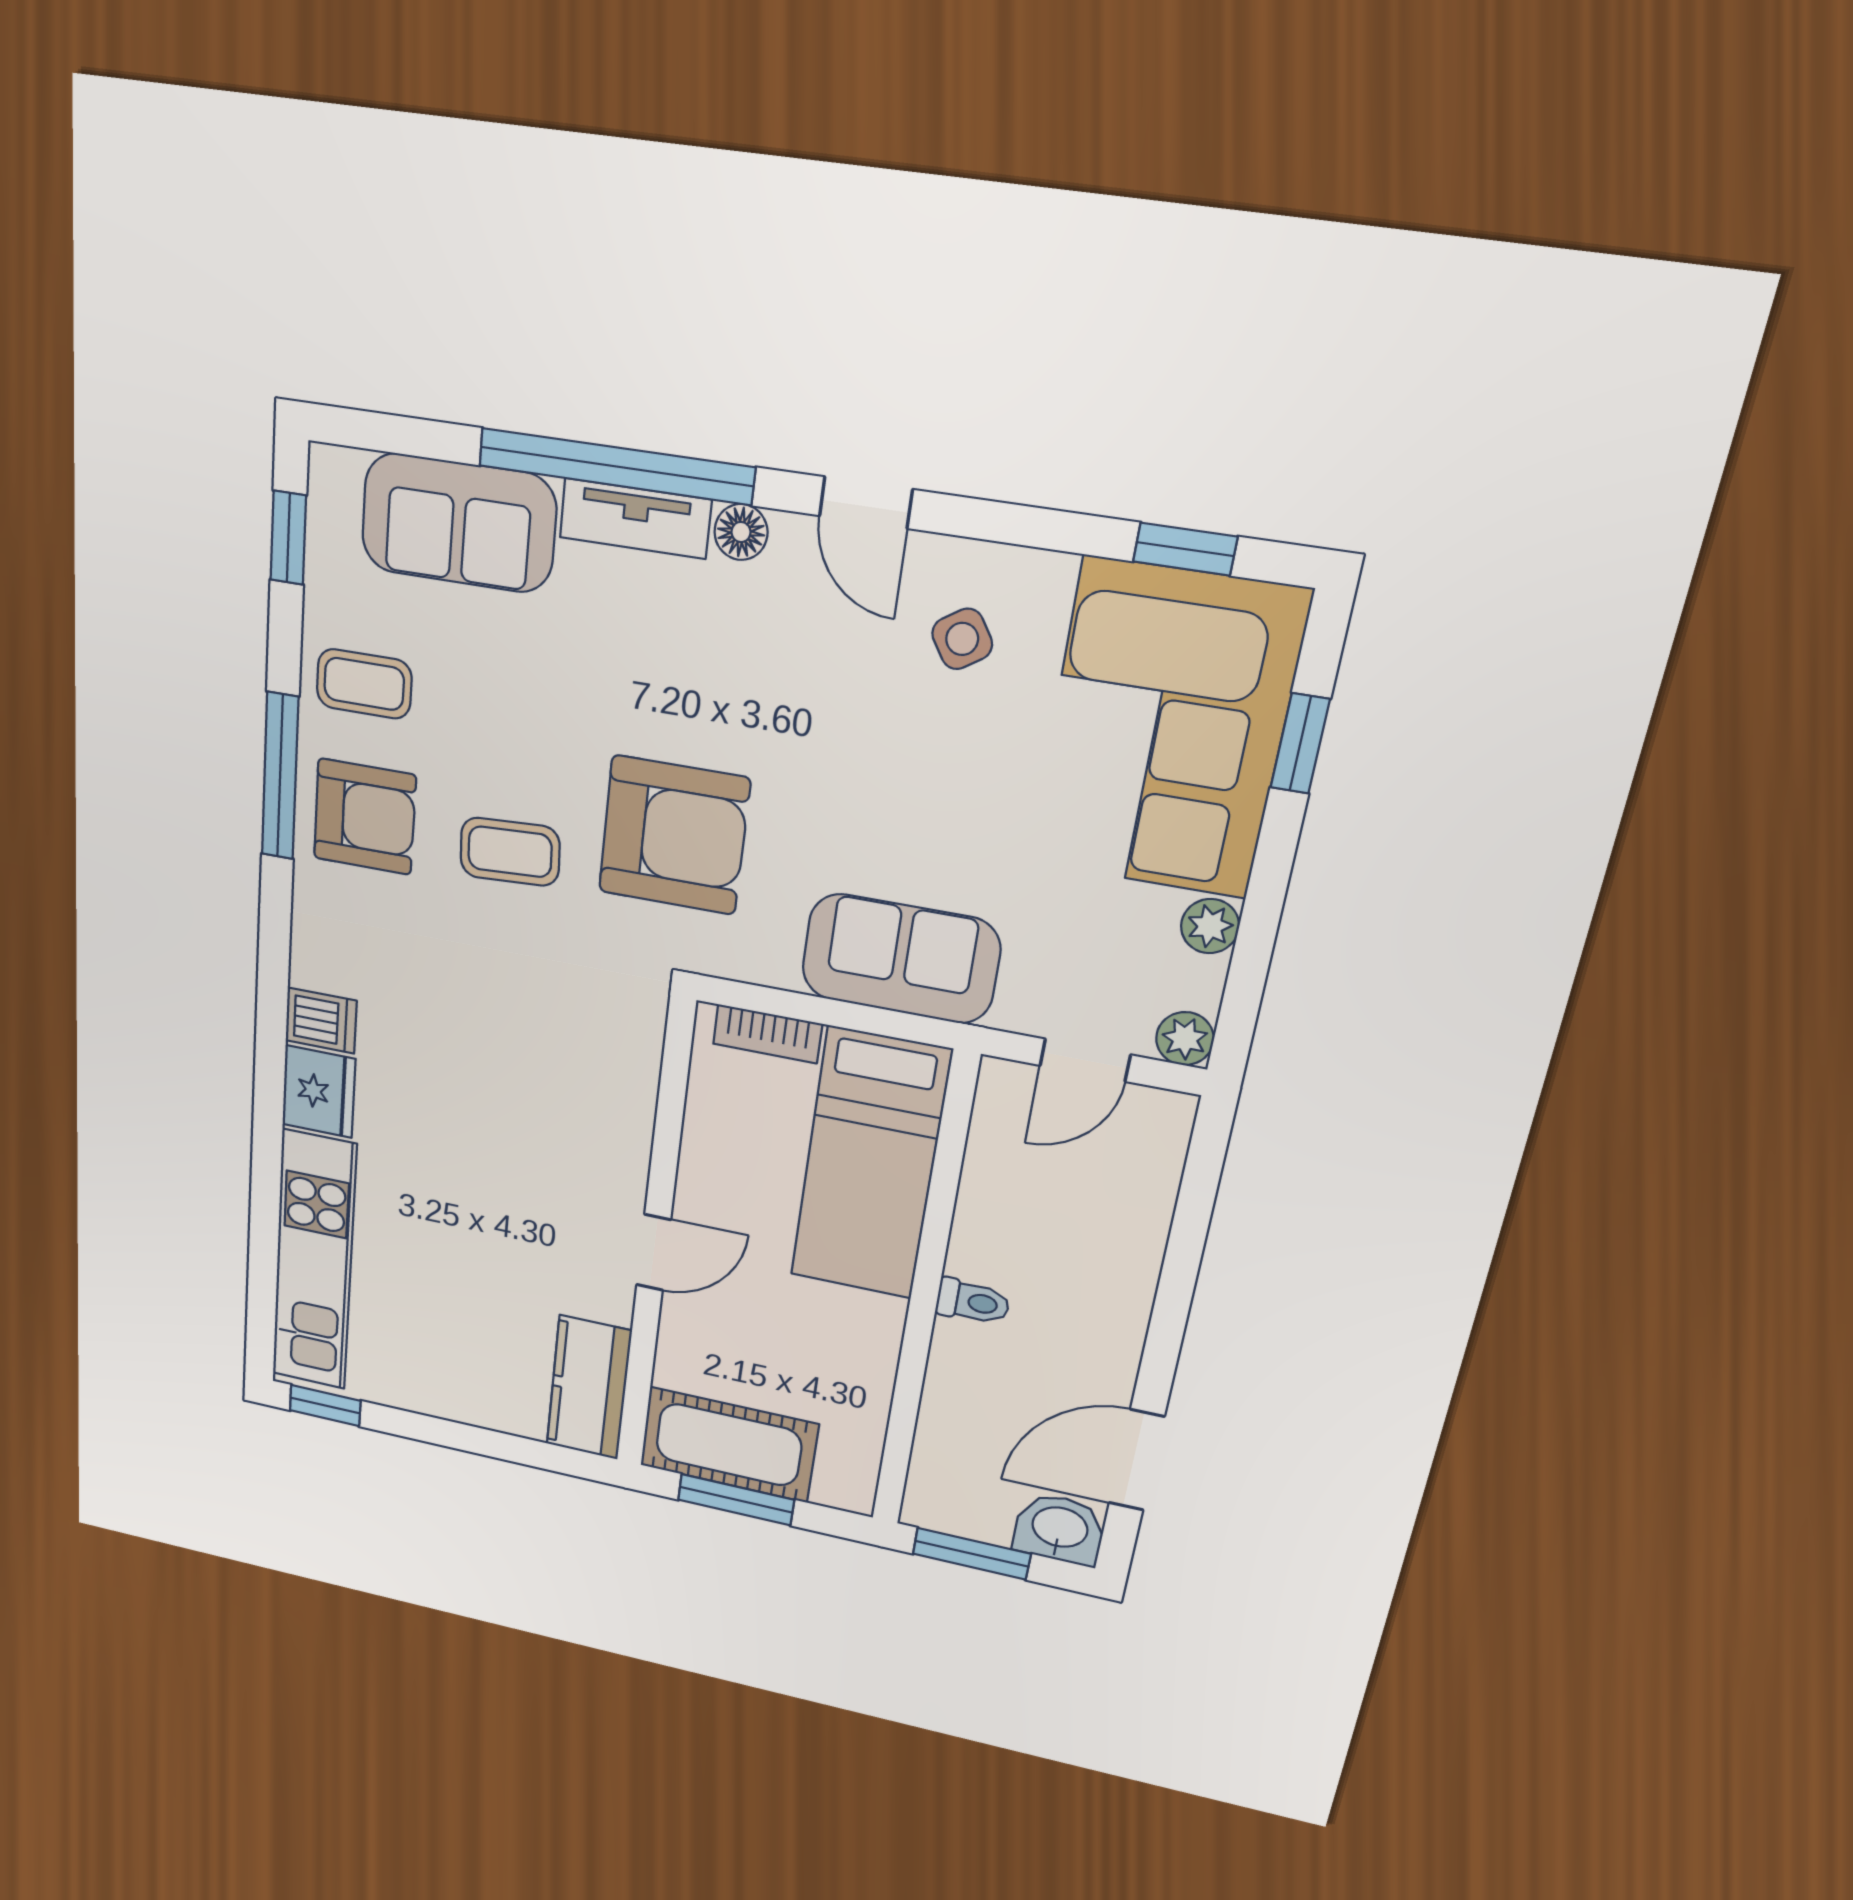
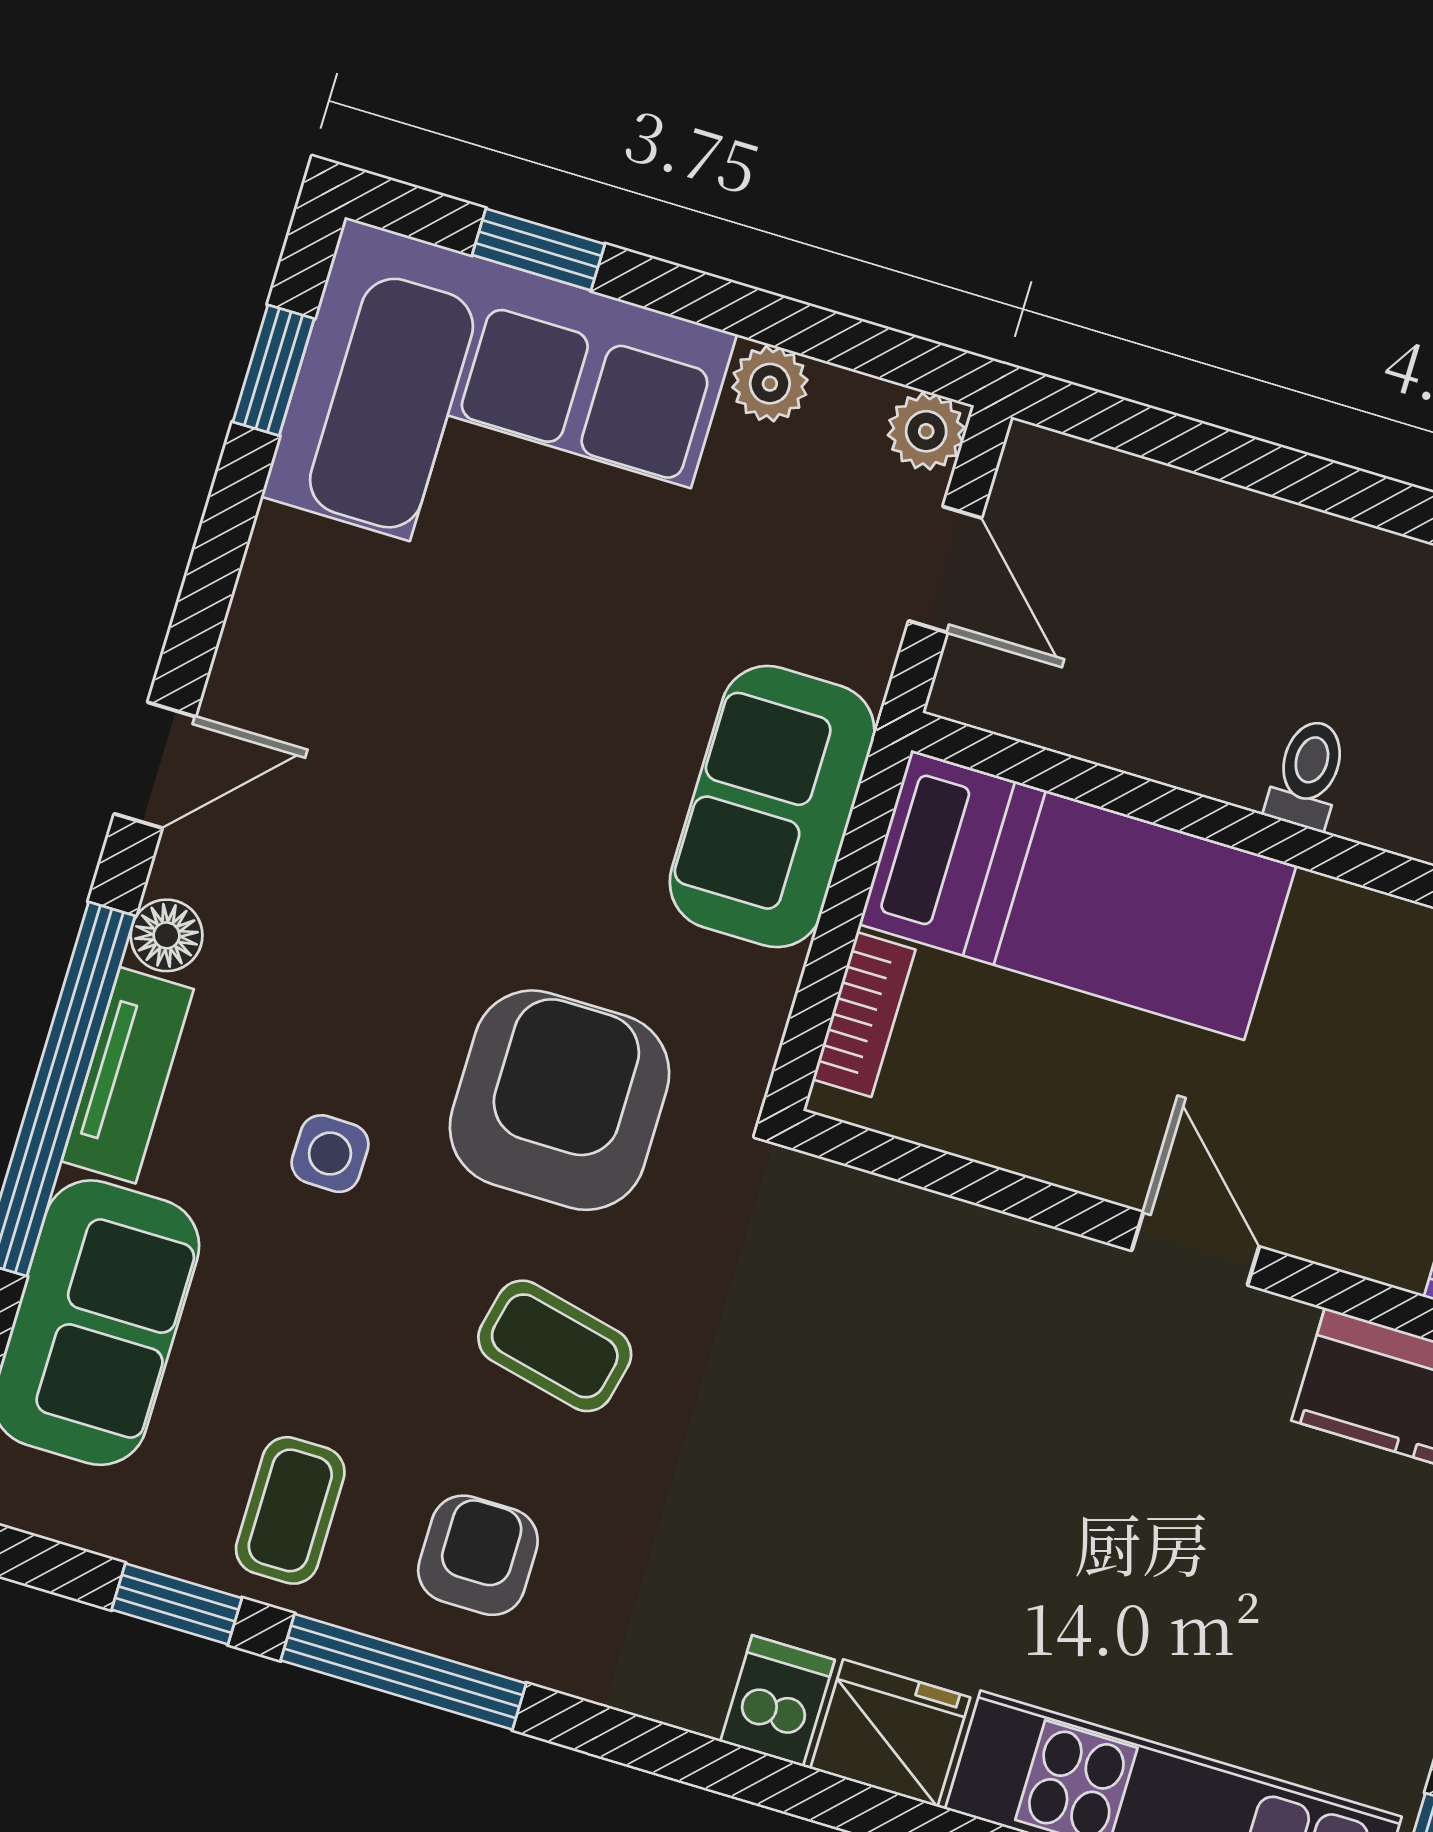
window: (288, 538) -> (177, 1604), moved
side table: (962, 639) -> (330, 1154), moved, turned 34
armchair: (365, 817) -> (478, 1555), width x0.72, depth x0.72
coffee table: (510, 852) -> (555, 1346), turned -74

